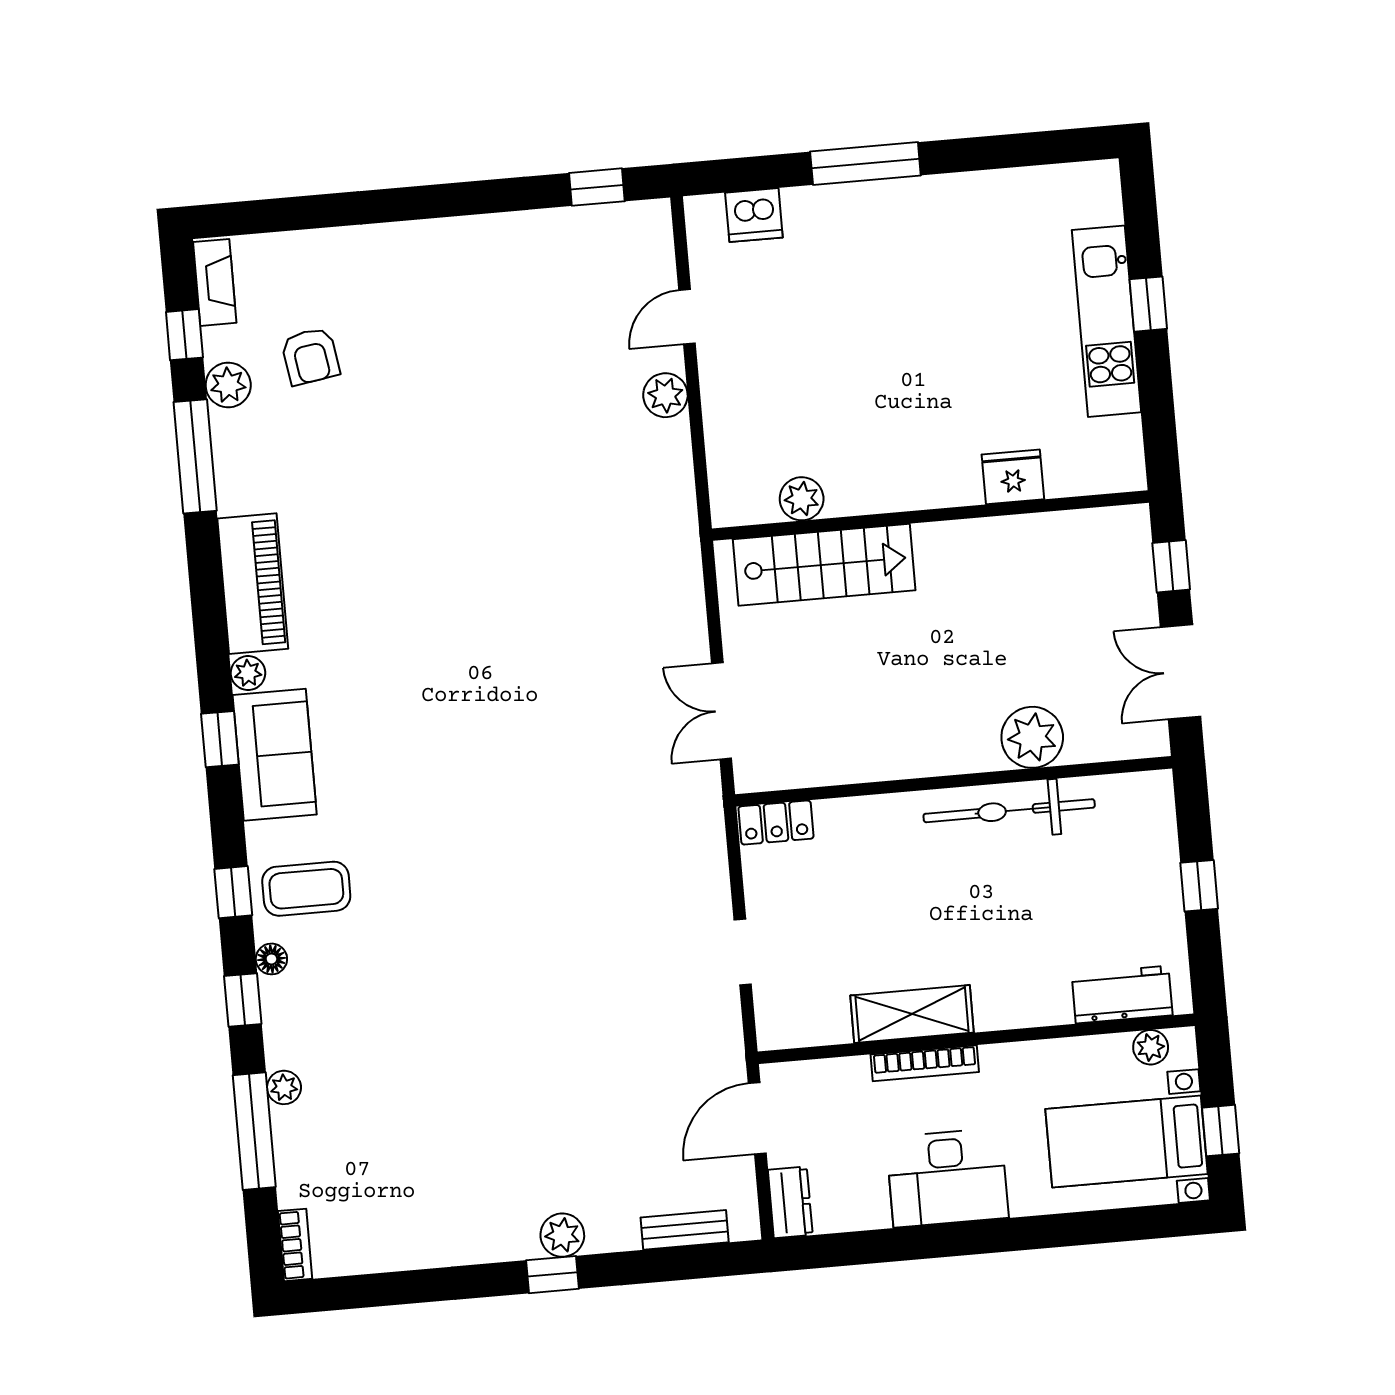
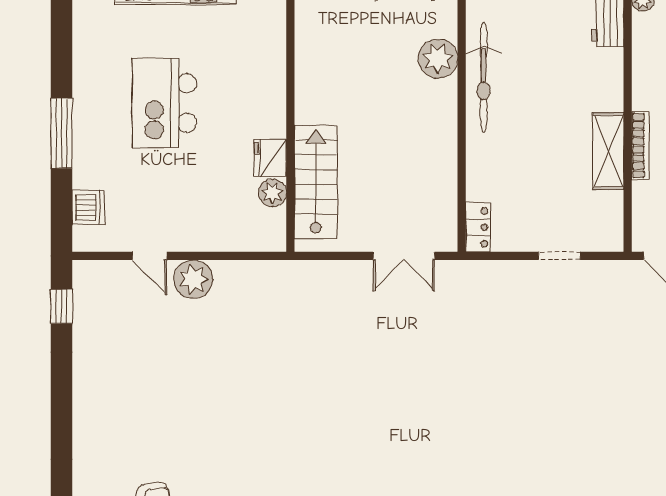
kitchen island: (926, 319) -> (165, 103), added
plant: (665, 395) -> (193, 279), width x1.36, depth x1.36
fridge: (1013, 477) -> (270, 158), moved

